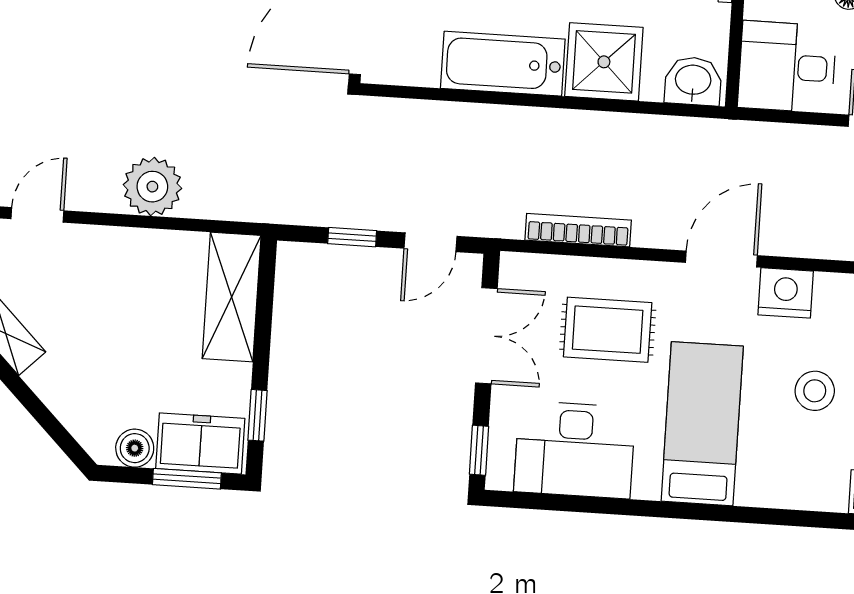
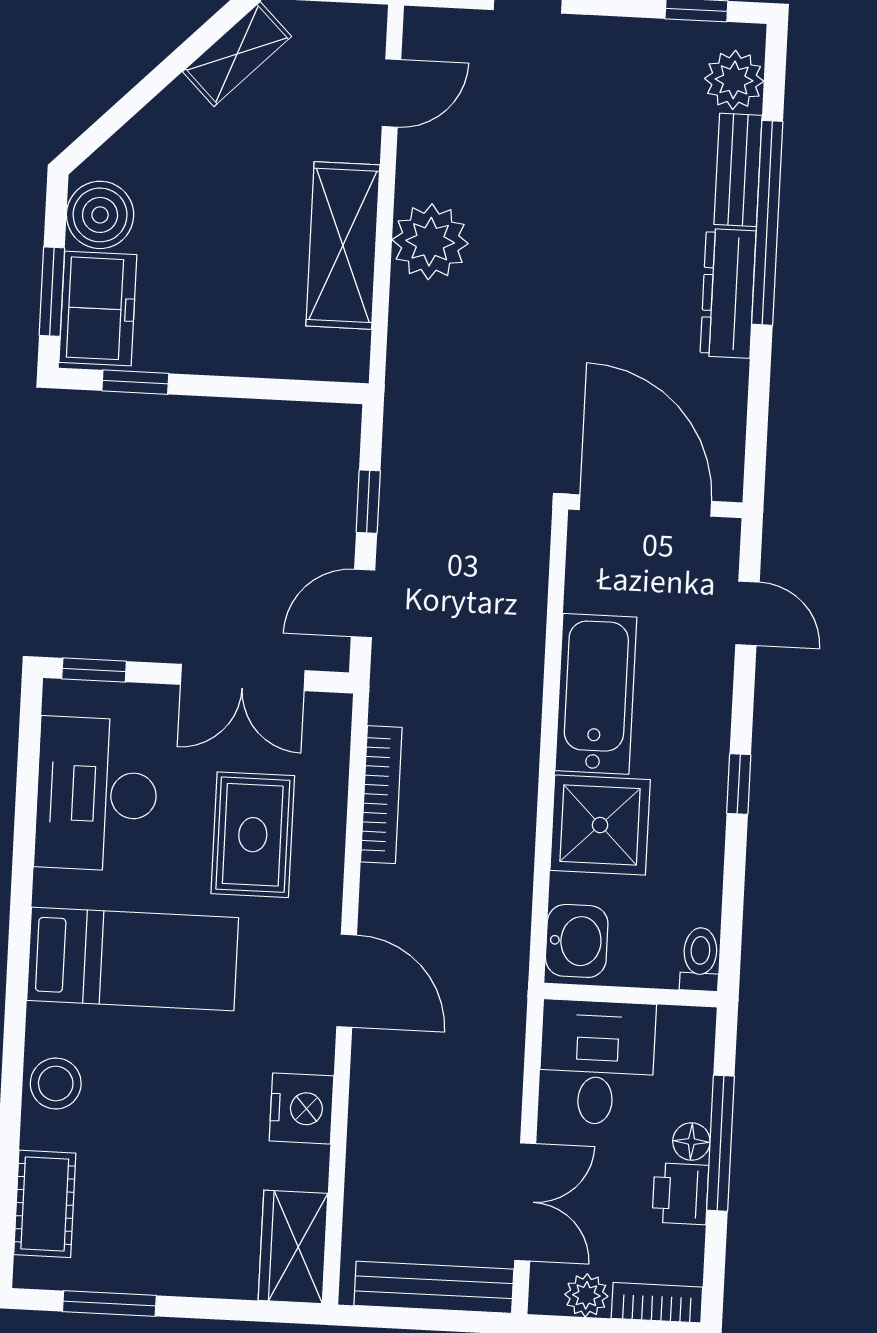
door: (37, 215) -> (391, 93), hinge flipped
door: (431, 242) -> (363, 603), hinge flipped
nightstand: (786, 293) -> (301, 1108), moved
shelving: (232, 297) -> (343, 245), moved, turned 90
stool: (815, 391) -> (56, 1083), moved
boiler: (135, 448) -> (100, 215), width x1.36, depth x1.36

